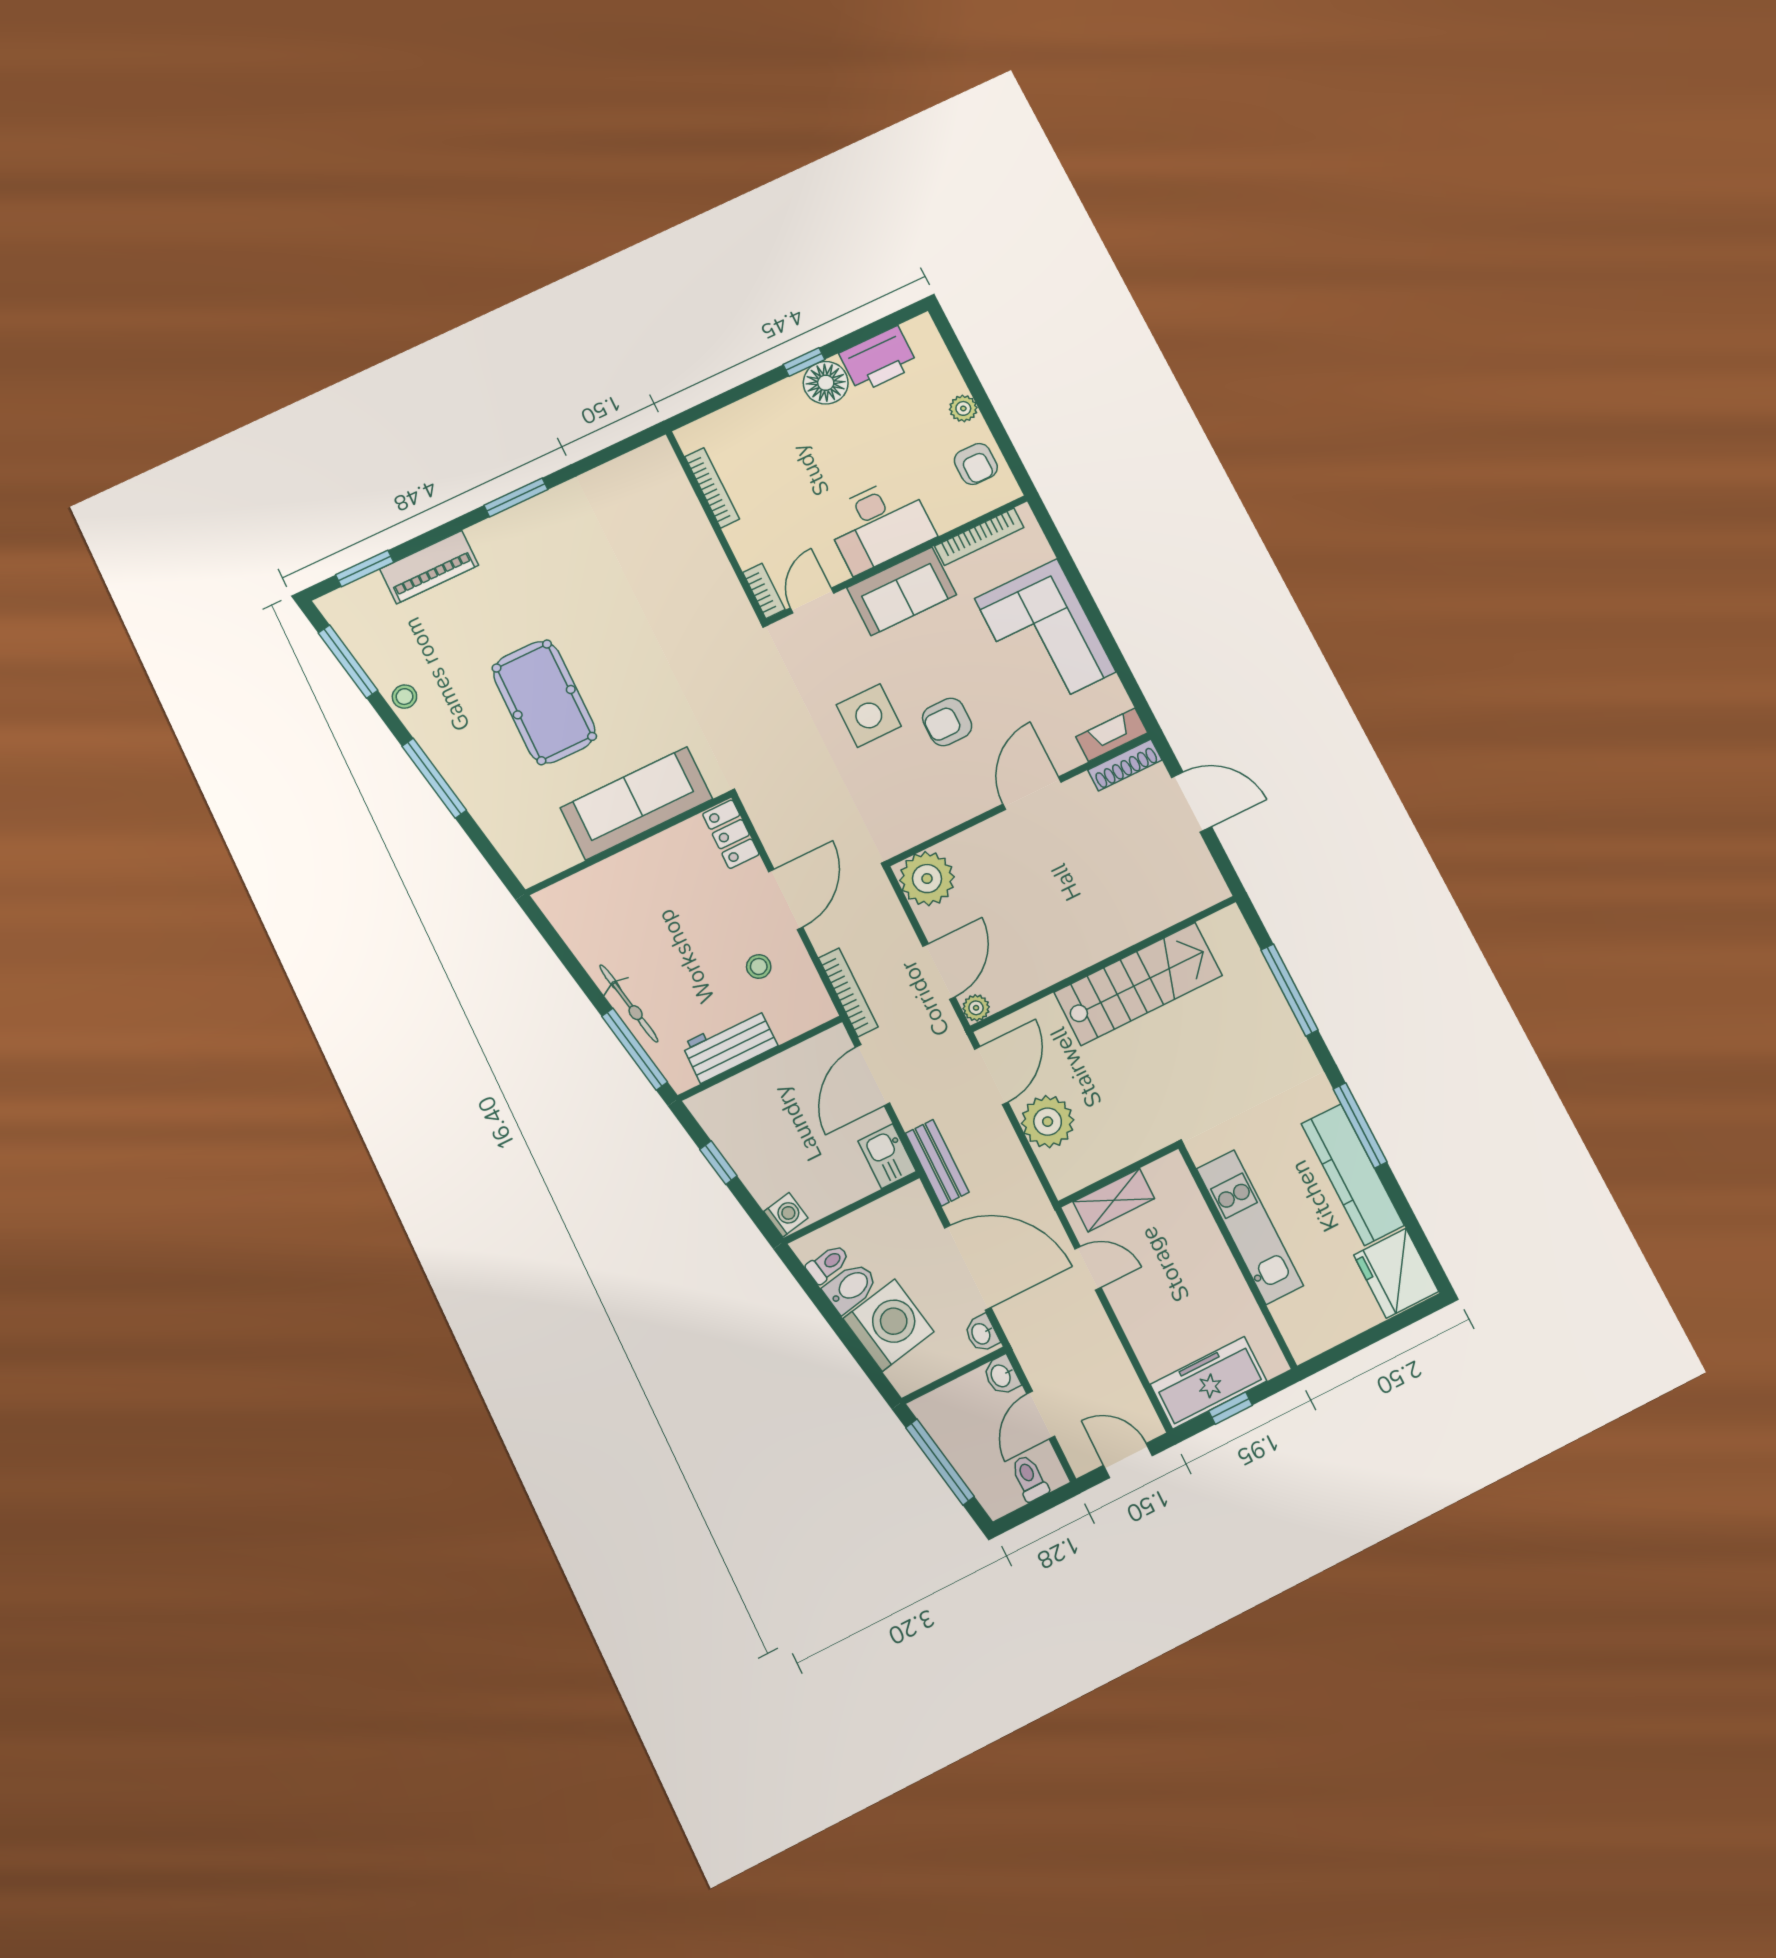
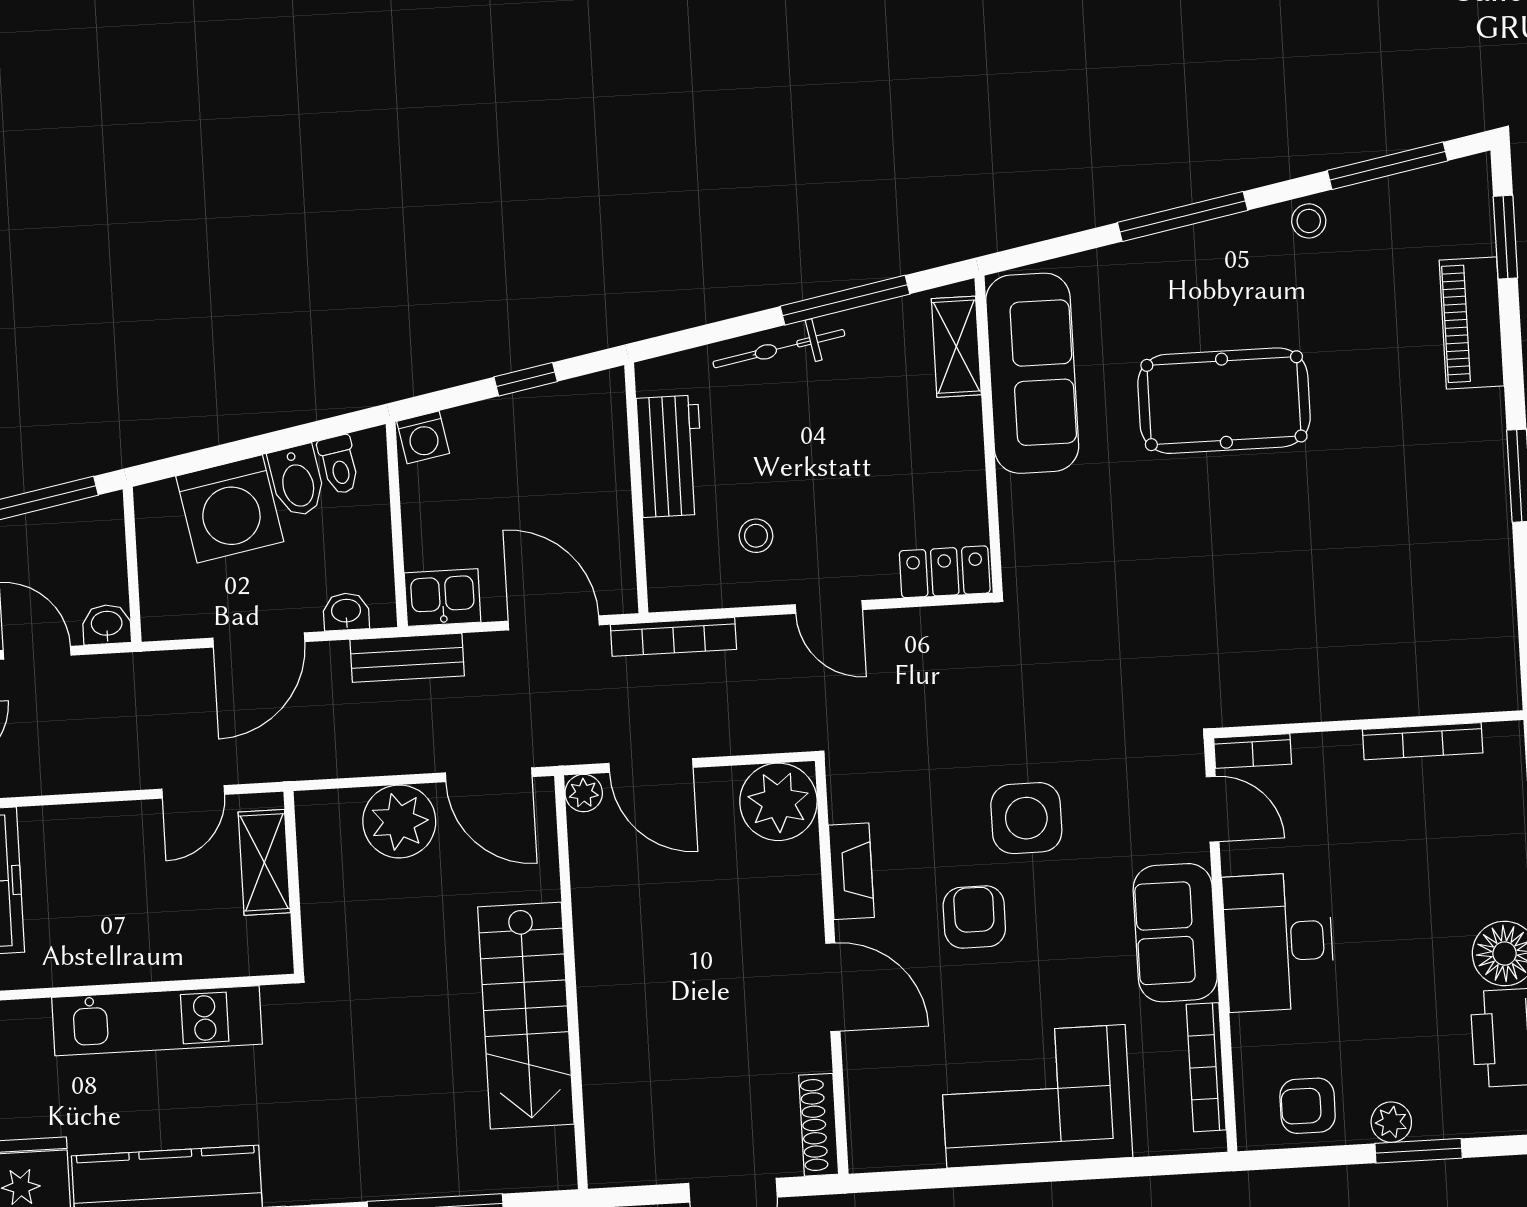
window: (974, 384) -> (1419, 1151), added
fireplace: (1112, 735) -> (851, 871), moved
sofa: (636, 803) -> (1032, 373), moved
shelving: (580, 888) -> (956, 347), added
door: (786, 899) -> (829, 607), width x0.73
window: (635, 1049) -> (845, 300), moved
door: (968, 1268) -> (259, 640), width x0.73
washbasin: (981, 1333) -> (346, 612), moved

